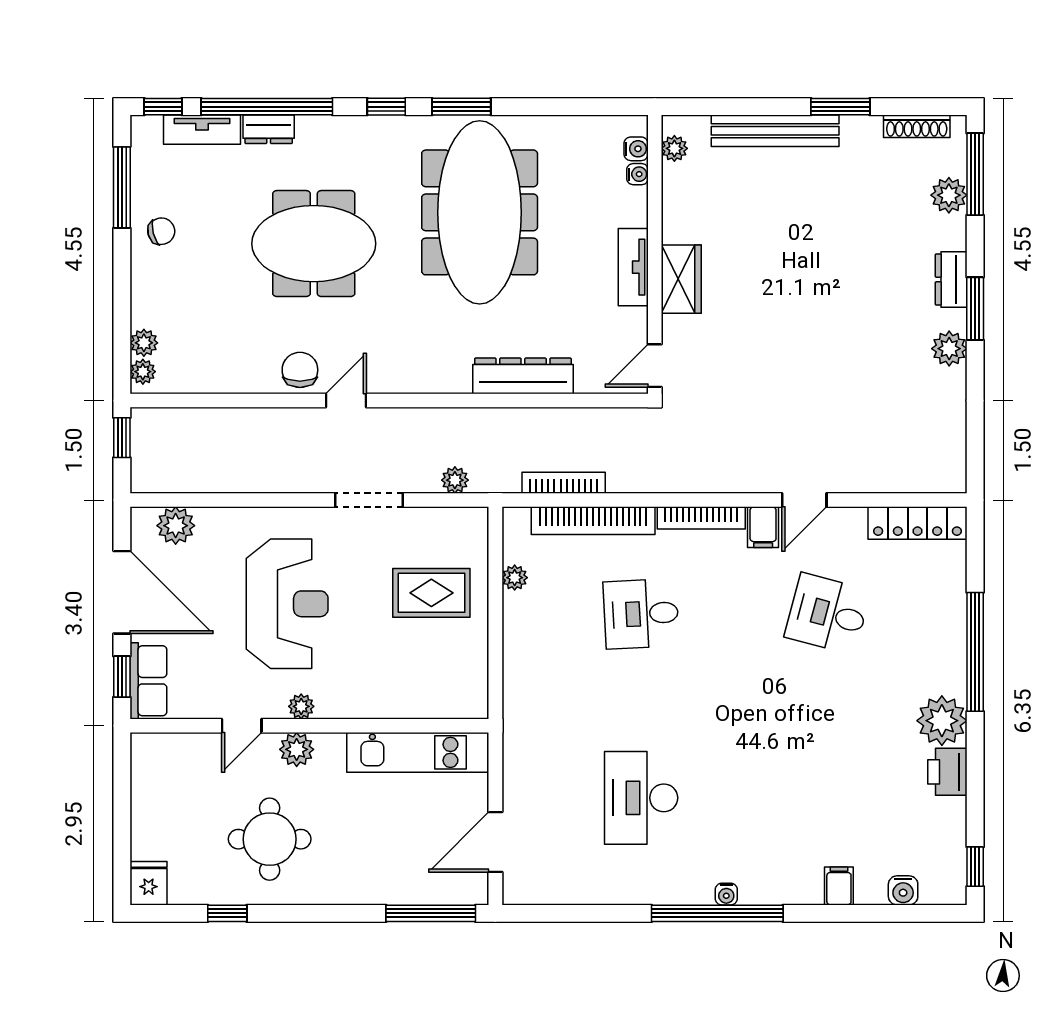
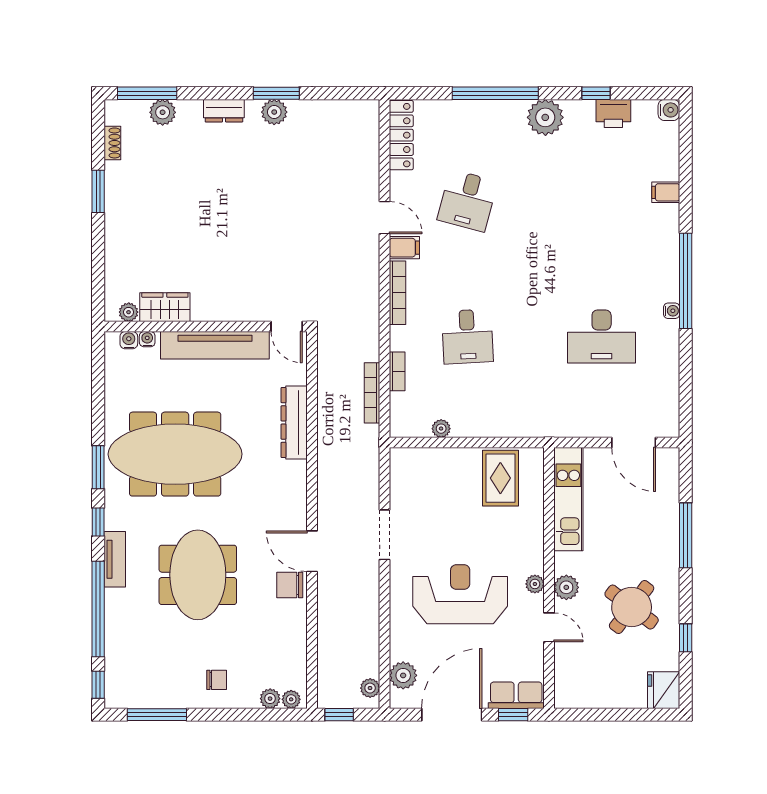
shoe rack: (917, 126) -> (112, 143), width x0.70
dresser: (269, 129) -> (115, 608), removed
tv unit: (202, 130) -> (115, 559), moved
bench: (775, 131) -> (116, 239), removed
chair: (161, 231) -> (217, 680), moved, turned 105
tv unit: (633, 267) -> (215, 345), width x1.92, depth x1.29
wardrobe: (681, 279) -> (165, 307), moved
window: (975, 309) -> (276, 93), moved
door: (346, 400) -> (312, 551), width x1.38
plant: (455, 480) -> (370, 688), moved
bookcase: (593, 521) -> (397, 371), width x0.43, depth x0.76
rug: (431, 593) -> (500, 478), moved
printer: (947, 772) -> (613, 113), moved
round table: (270, 839) -> (632, 607), turned 37
window: (975, 867) -> (596, 93), moved
fridge: (149, 883) -> (664, 690), width x1.38
water cooler: (903, 890) -> (669, 110), moved
water cooler: (726, 894) -> (672, 311), moved
window: (431, 913) -> (686, 535), moved

